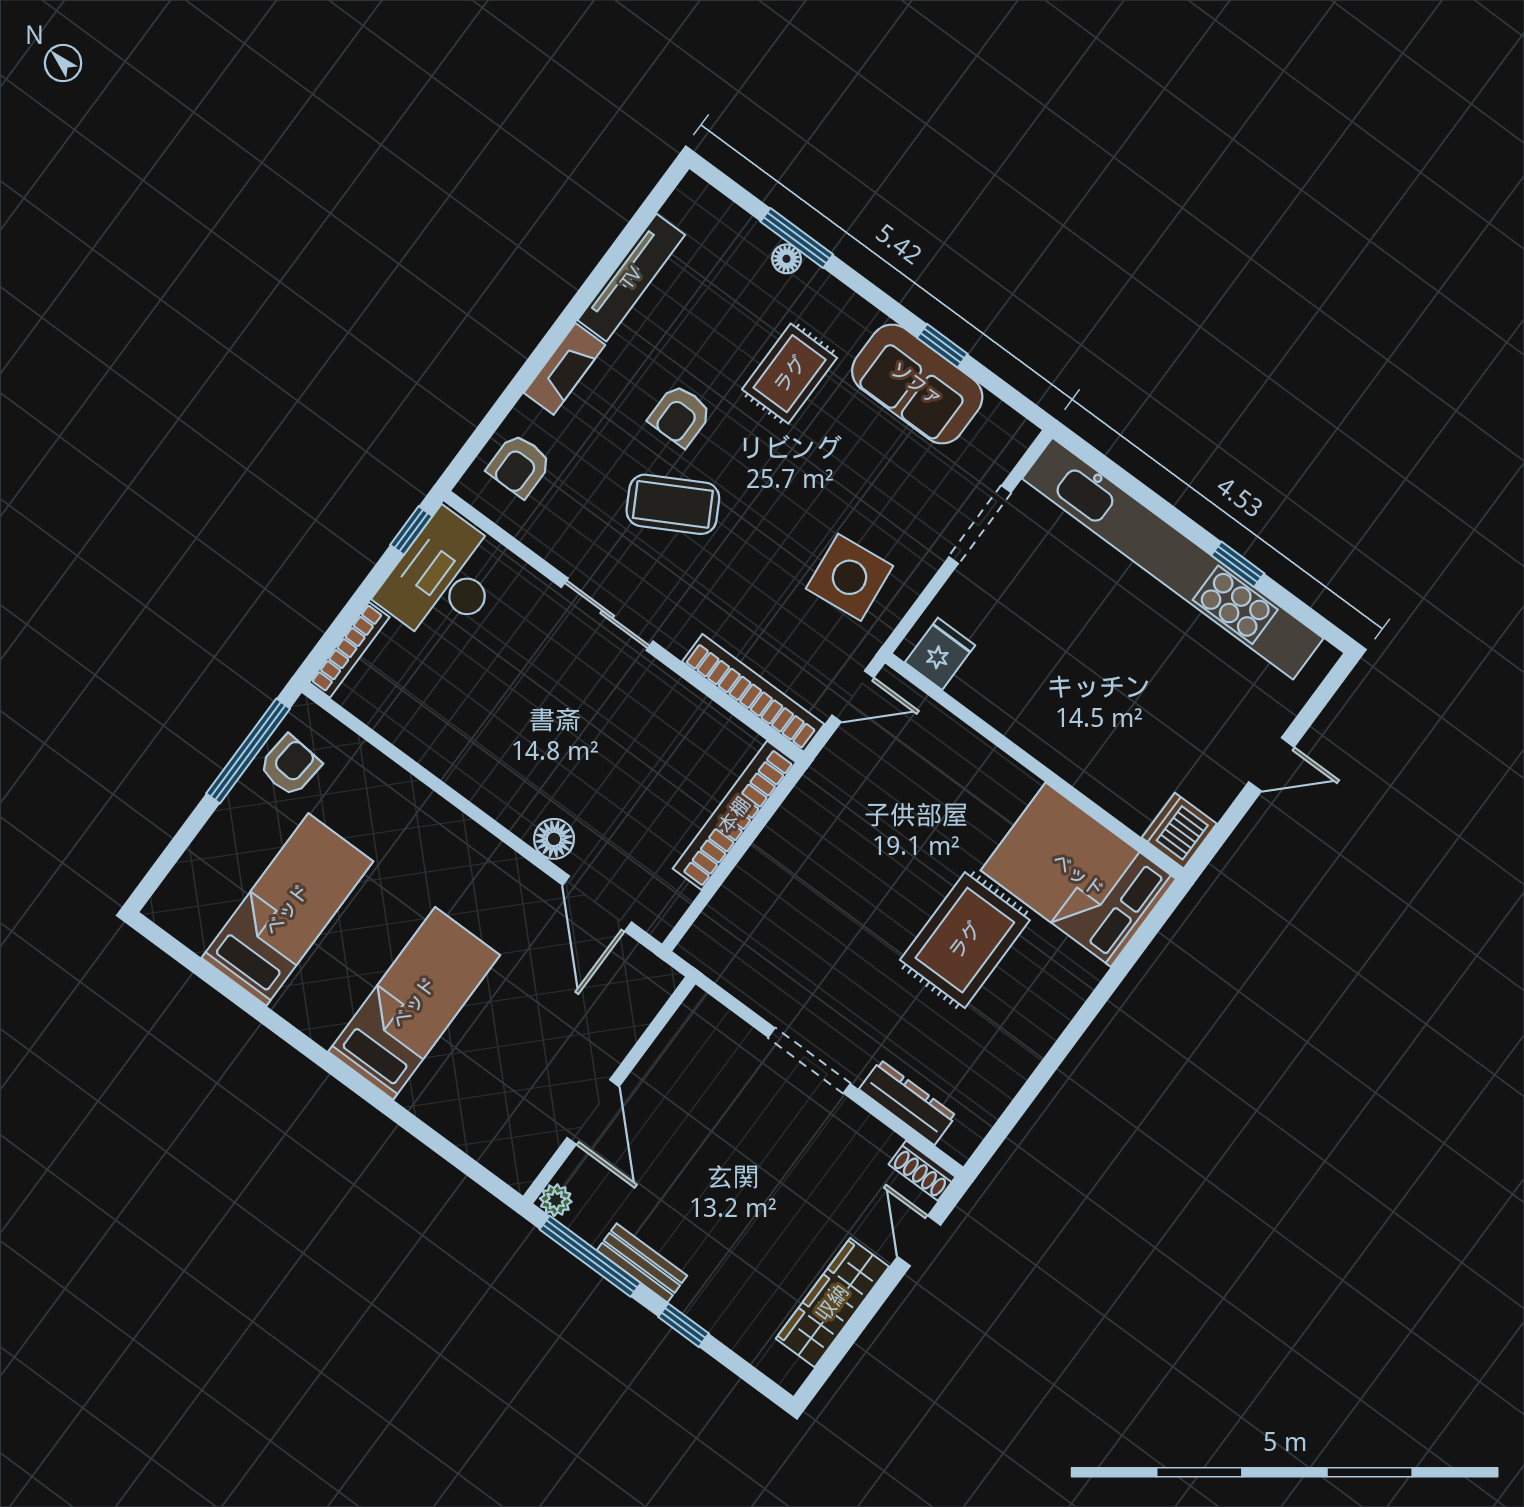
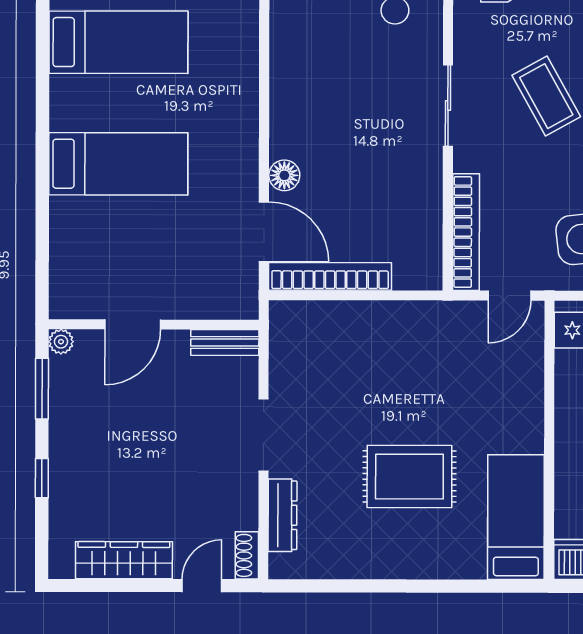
door: (853, 696) -> (509, 296), hinge flipped
bookcase: (734, 815) -> (330, 276), moved
bed: (1078, 875) -> (516, 517), width x0.67
door: (597, 904) -> (264, 232), swing flipped
window: (590, 1256) -> (42, 389), width x0.69
bench: (642, 1263) -> (225, 342), moved, turned 90

